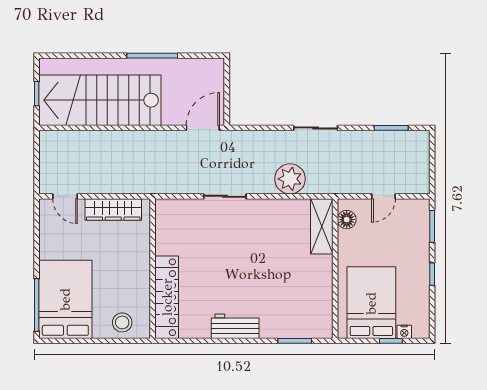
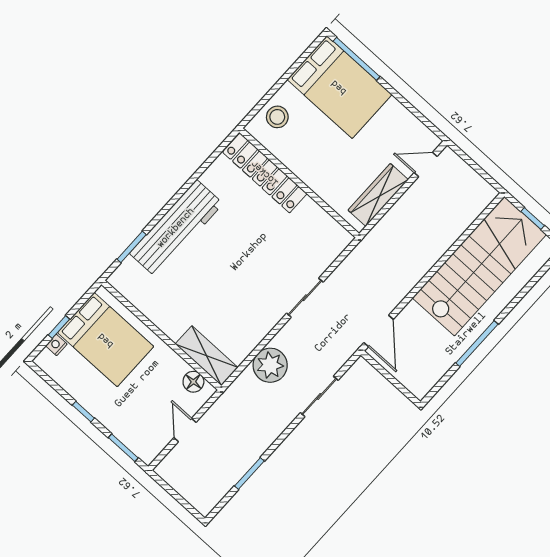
sliding door: (316, 128) -> (319, 397), moved
window: (391, 128) -> (249, 473), moved
workbench: (235, 326) -> (176, 228), width x1.88, depth x1.32

